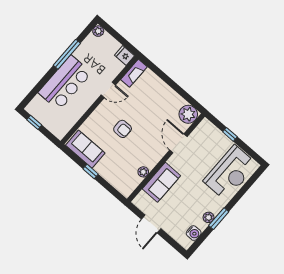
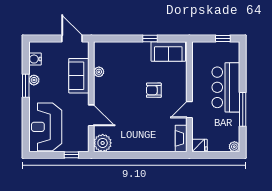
plant: (188, 114) -> (103, 143), moved
door: (178, 143) -> (91, 115), moved
wall: (166, 158) -> (91, 97), moved
plant: (143, 172) -> (99, 72), moved
sofa: (161, 182) -> (79, 76), moved

